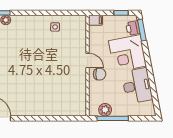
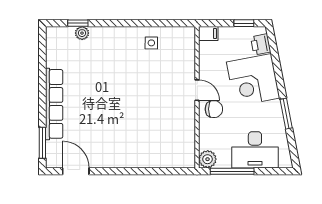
window: (142, 30) -> (286, 114), moved
desk: (137, 86) -> (255, 150), moved, turned 101
plant: (105, 110) -> (208, 159), moved

